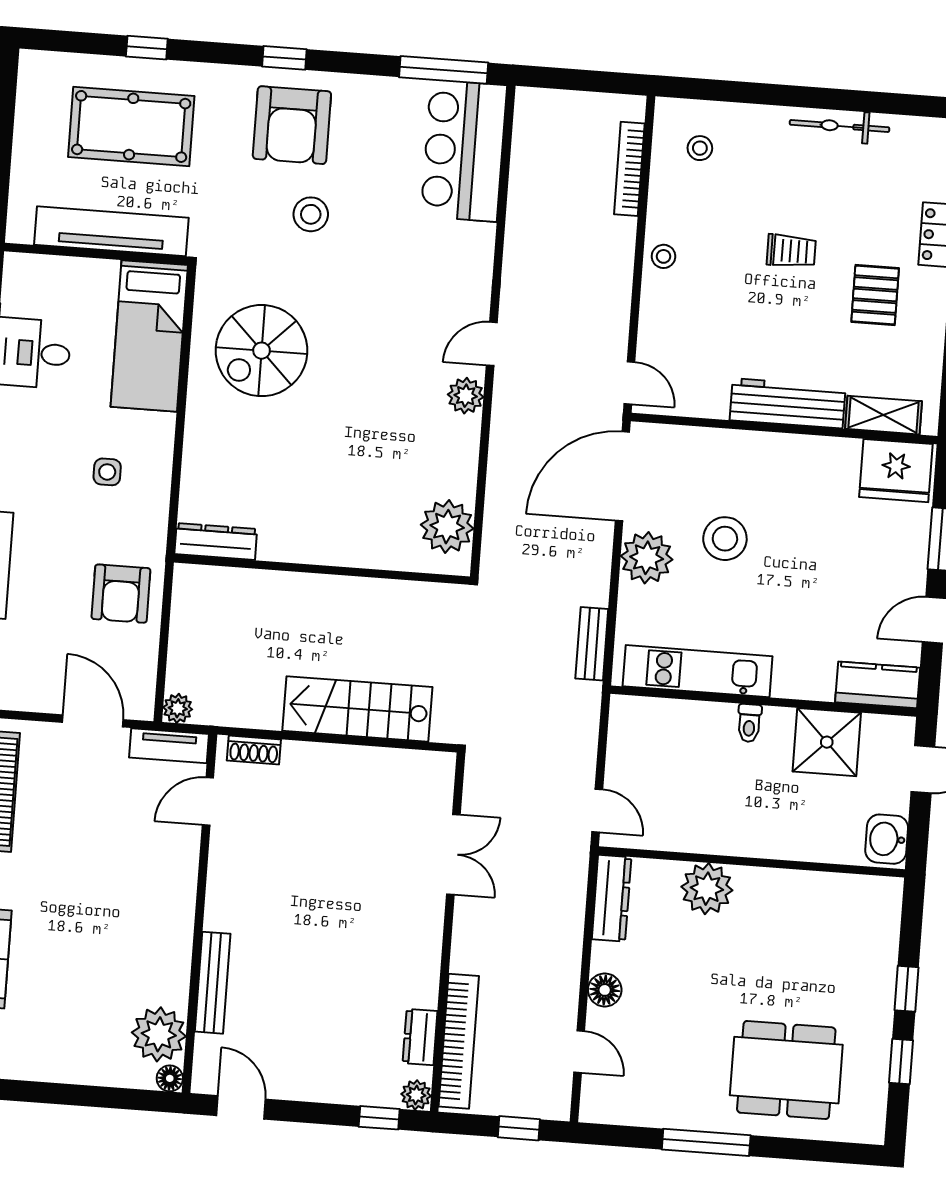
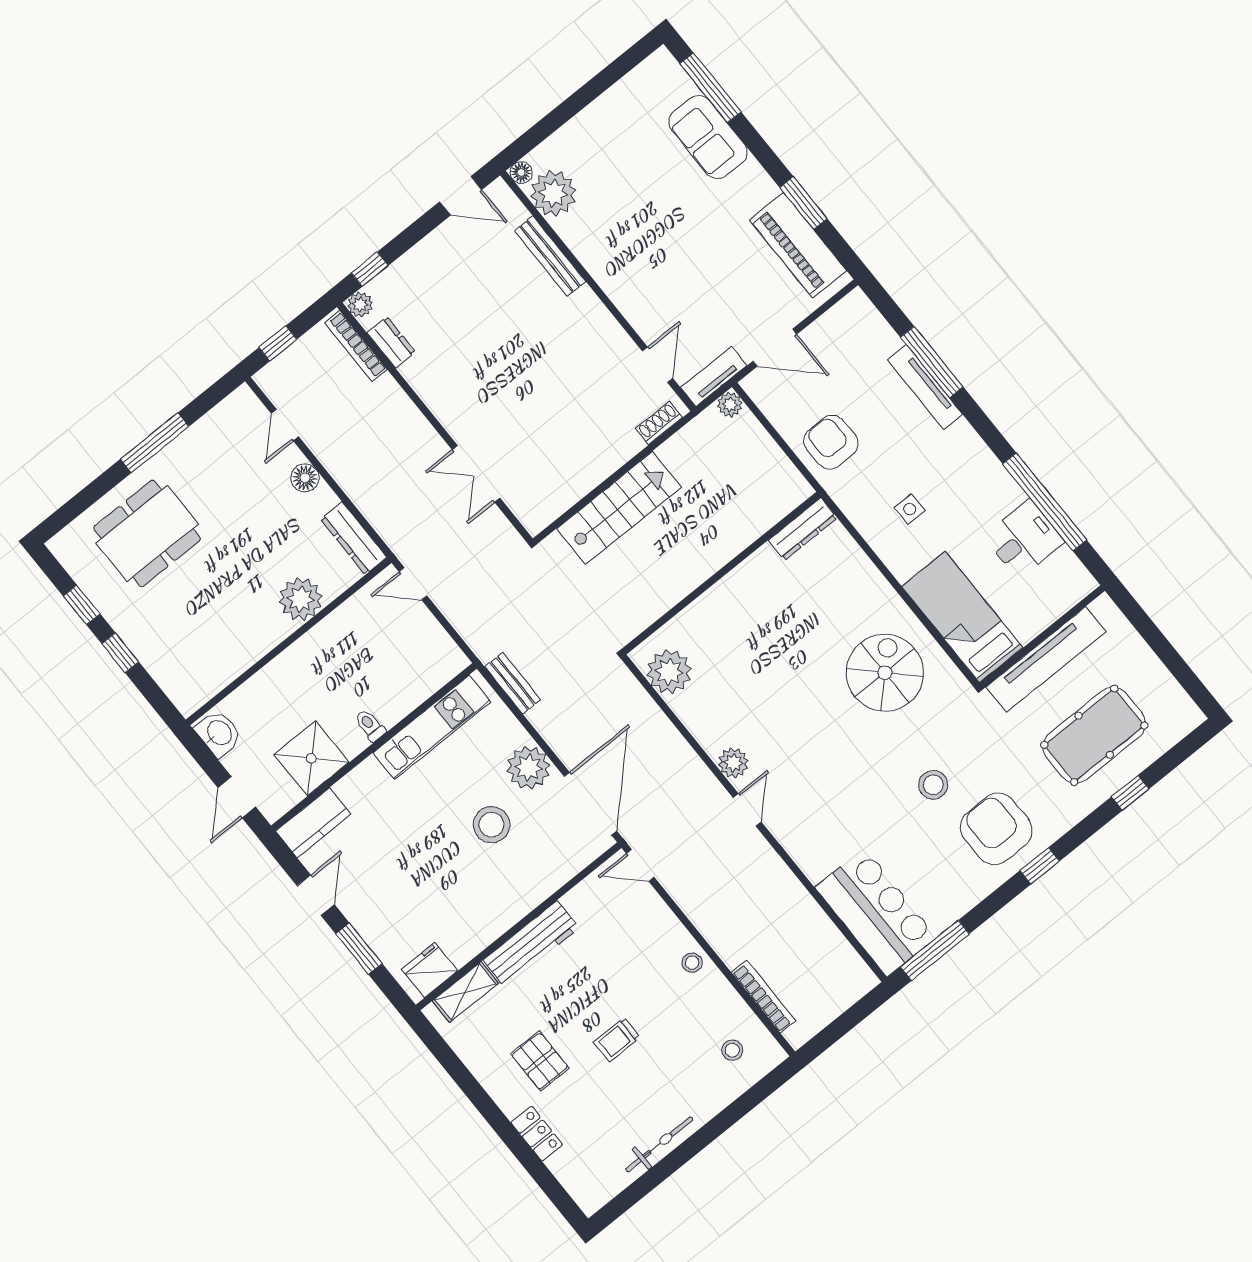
fridge: (896, 471) -> (430, 970), width x0.73, depth x0.75
bookcase: (459, 1041) -> (356, 346), width x0.68, depth x0.76
door: (579, 1052) -> (285, 425), hinge flipped

